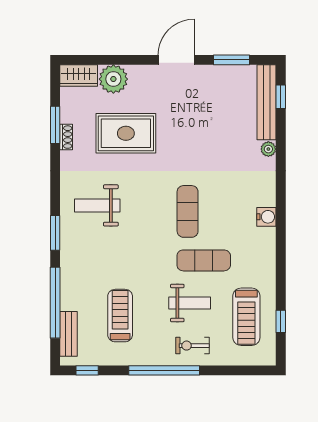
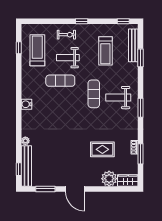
door: (176, 60) -> (75, 189), hinge flipped
rug: (126, 133) -> (102, 149), width x0.73, depth x0.70
weight bench: (97, 205) -> (118, 98), moved, turned 180
exercise mat: (188, 211) -> (94, 94), moved
window: (55, 233) -> (141, 108), moved
window: (55, 303) -> (141, 58), width x0.47
bench: (69, 334) -> (133, 45), width x1.36
window: (164, 370) -> (82, 21), width x0.32

